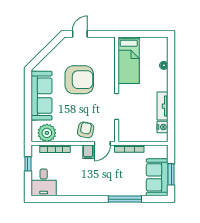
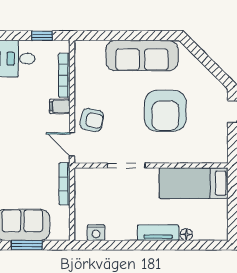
tv unit: (163, 106) -> (158, 233), moved
plant: (47, 133) -> (87, 63), removed
filing cabinet: (88, 152) -> (60, 106), moved

